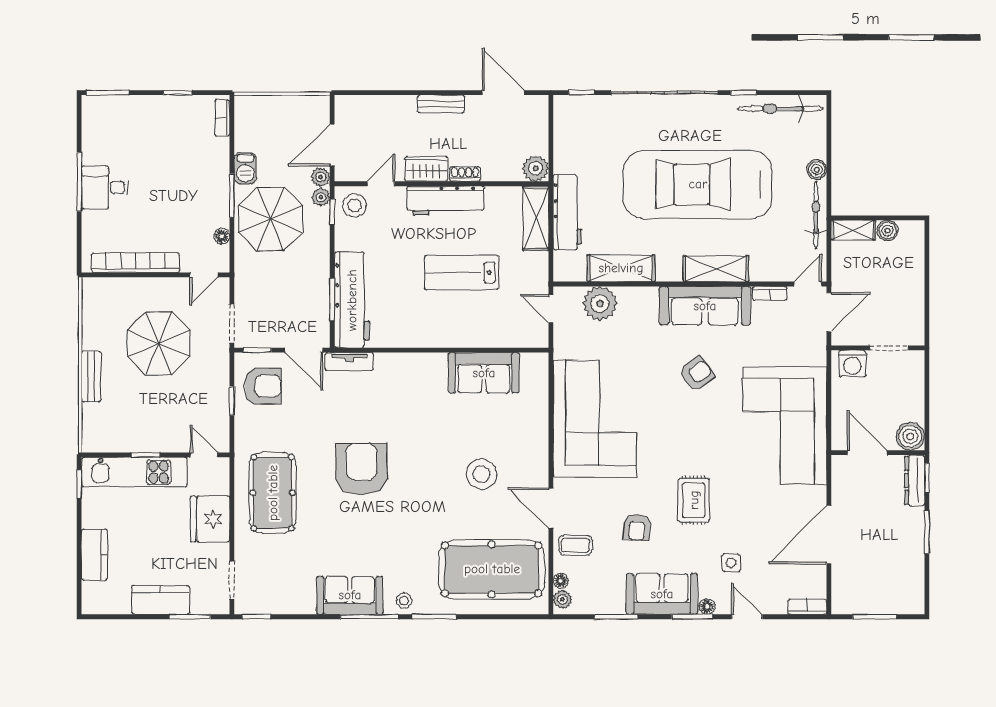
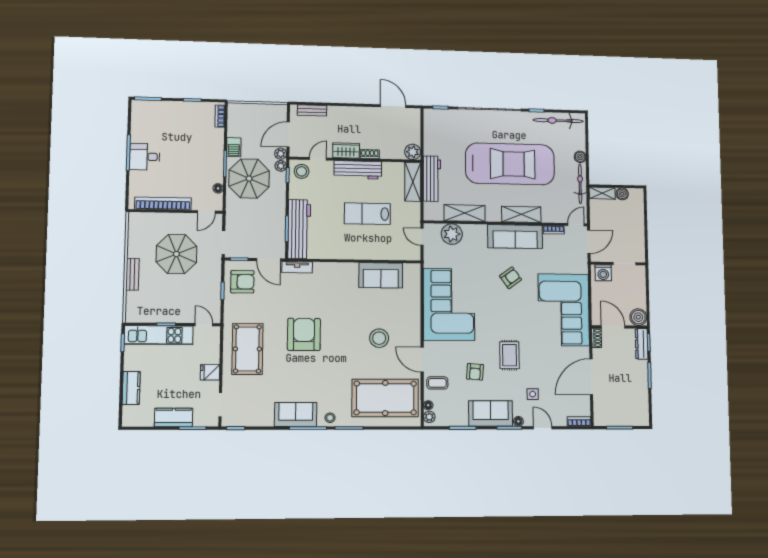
bench: (441, 104) -> (312, 110), moved
car: (698, 184) -> (510, 164), turned 180
shoe rack: (839, 471) -> (597, 338), added
fridge: (210, 519) -> (210, 372), width x0.53, depth x0.75

